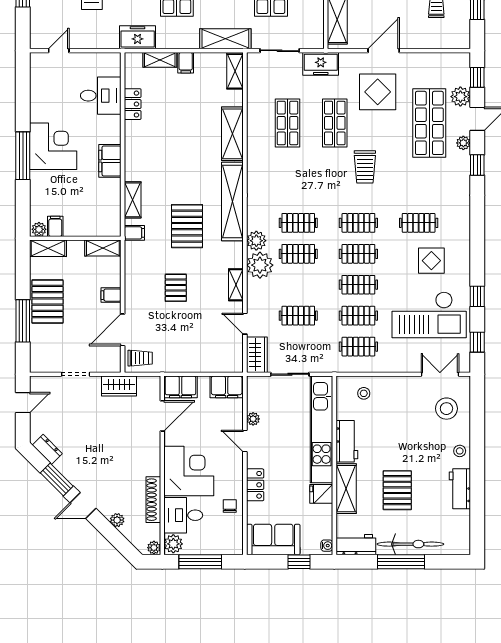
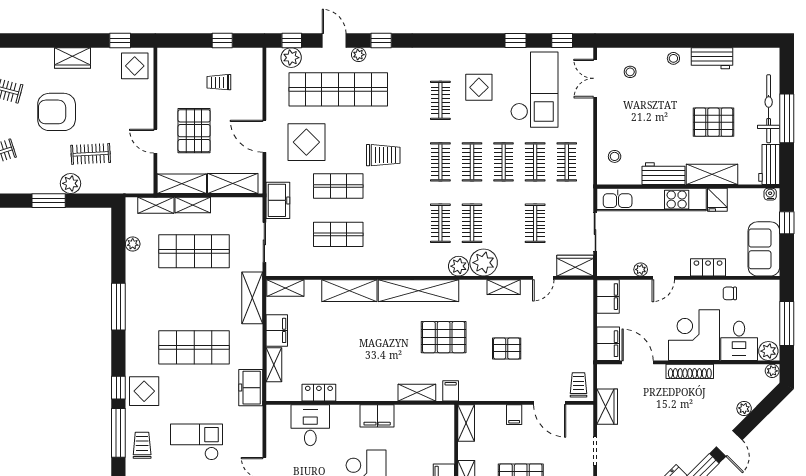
filing cabinet: (186, 63) -> (277, 330), width x2.00
plant: (460, 97) -> (291, 58), moved
shop shelf: (429, 123) -> (338, 89), width x1.40
stool: (446, 409) -> (630, 72), width x0.53, depth x0.53
shoe rack: (153, 500) -> (690, 371), moved

